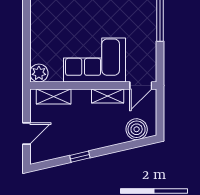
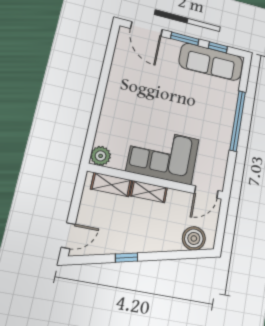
shelving: (108, 96) -> (149, 192), moved
door: (26, 134) -> (68, 236), moved

